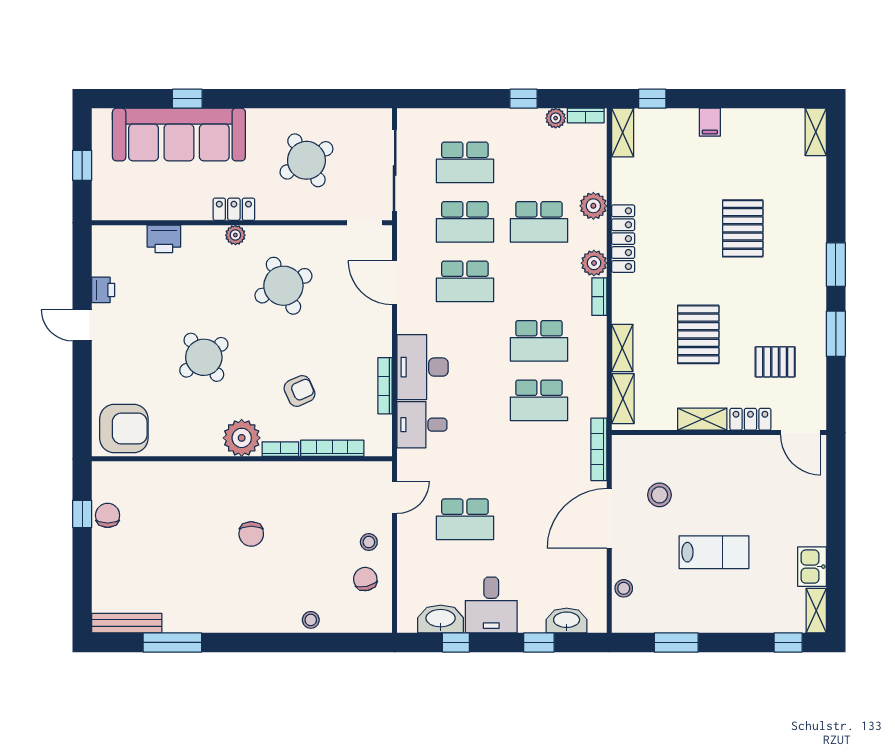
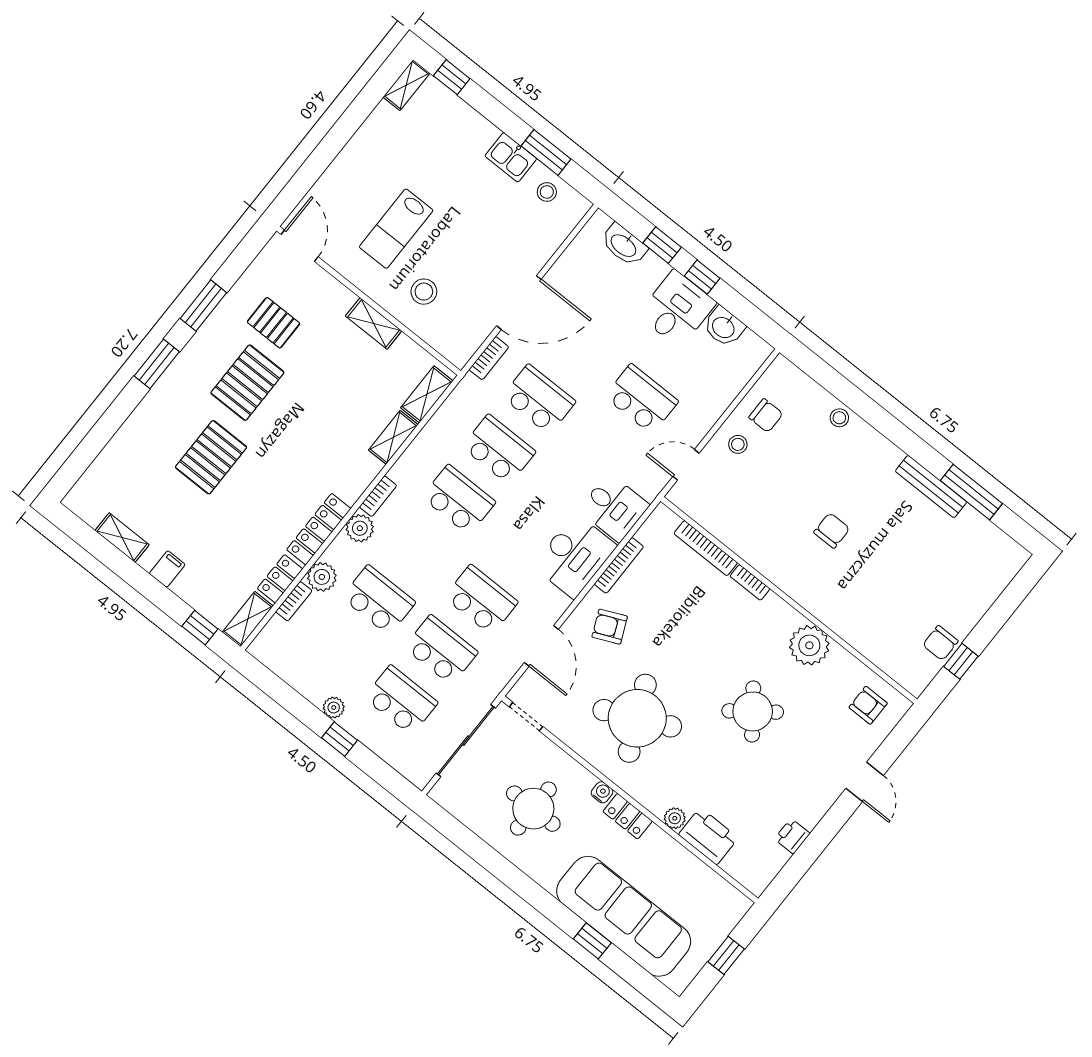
window: (524, 99) -> (340, 739), moved
bookcase: (586, 116) -> (294, 601), moved, turned 90
plant: (556, 118) -> (334, 708), moved
shelving: (816, 132) -> (122, 538), moved, turned 90
round table: (306, 160) -> (533, 809), turned 31
water cooler: (266, 212) -> (602, 792), added
plant: (235, 235) -> (675, 818), moved
printer: (164, 239) -> (708, 836), width x1.37, depth x1.19
round table: (283, 286) -> (637, 718), width x1.36, depth x1.36
door: (82, 325) -> (865, 782), moved
pallet: (698, 334) -> (247, 383), moved
armchair: (299, 391) -> (610, 627), moved
locker: (750, 419) -> (280, 579), moved, turned 90
armchair: (124, 429) -> (868, 705), width x0.53, depth x0.53
plant: (242, 438) -> (809, 645), moved
bookcase: (599, 449) -> (489, 358), width x0.64
school desk: (539, 460) -> (539, 399), added
stool: (659, 495) -> (424, 292), moved
lab bench: (714, 552) -> (396, 229), moved, turned -90
kitchen sink: (812, 567) -> (511, 157), moved, turned 90
chair: (365, 579) -> (766, 416), turned -77
stool: (624, 588) -> (547, 192), moved
washbasin: (441, 619) -> (724, 327), width x0.72
bench: (127, 623) -> (931, 487), moved
window: (456, 642) -> (702, 277), moved

